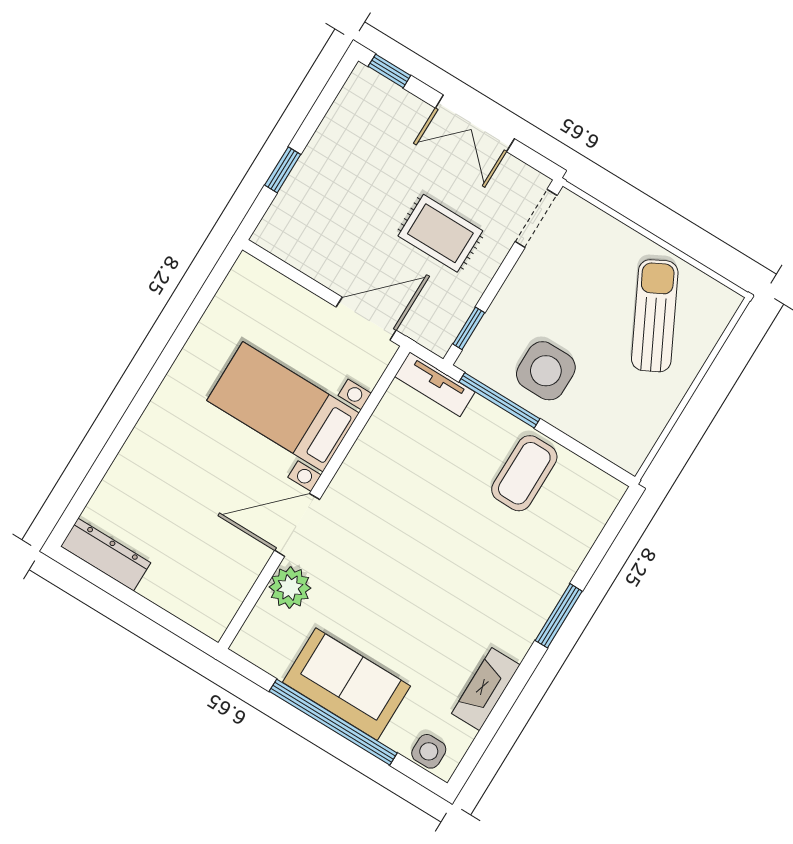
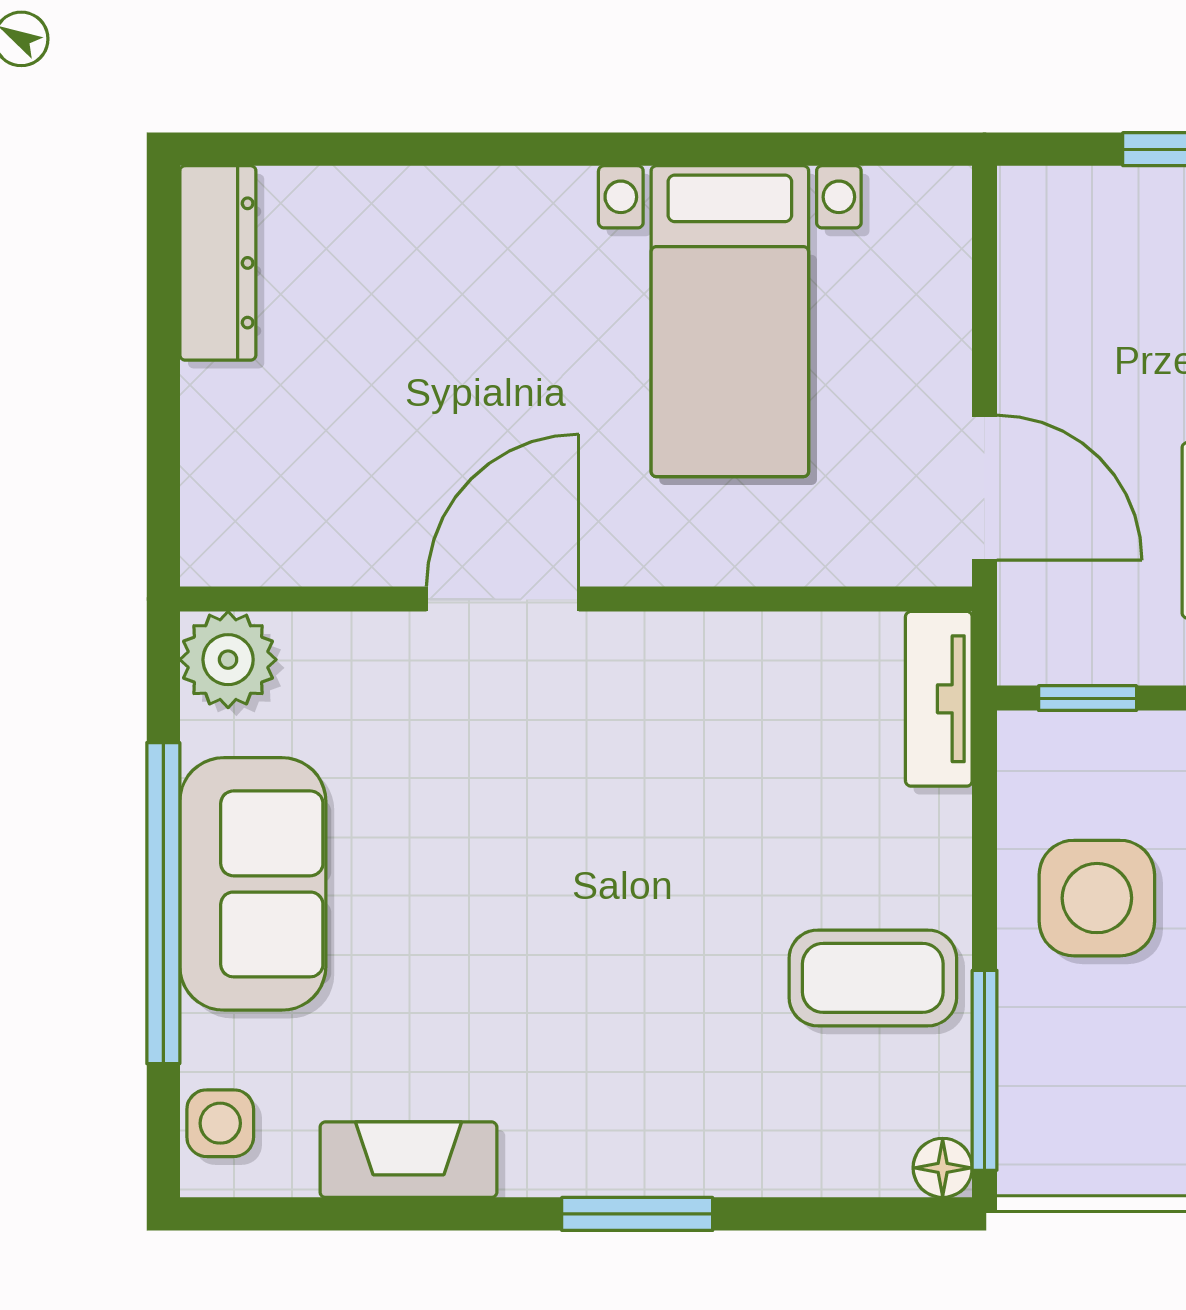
window: (500, 400) -> (985, 1070), moved
bed with nightstands: (283, 407) -> (730, 321), moved, turned 180
floor lamp: (612, 491) -> (943, 1168), added
door: (297, 525) -> (503, 599), hinge flipped
plant: (290, 588) -> (228, 660), moved

